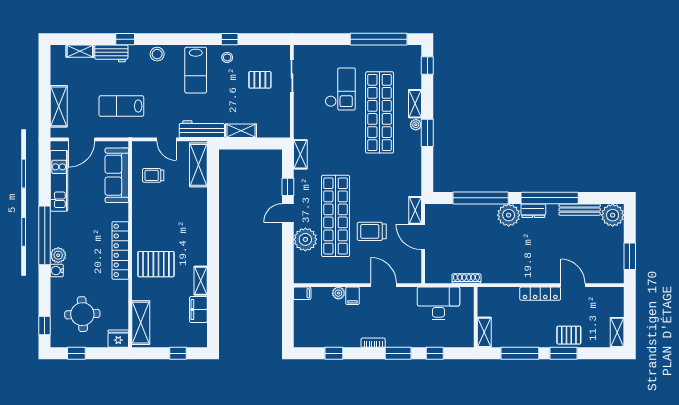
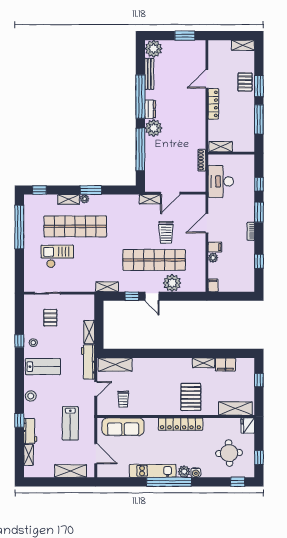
kitchen unit: (59, 181) -> (153, 471), moved
shelving: (484, 332) -> (221, 147), moved

